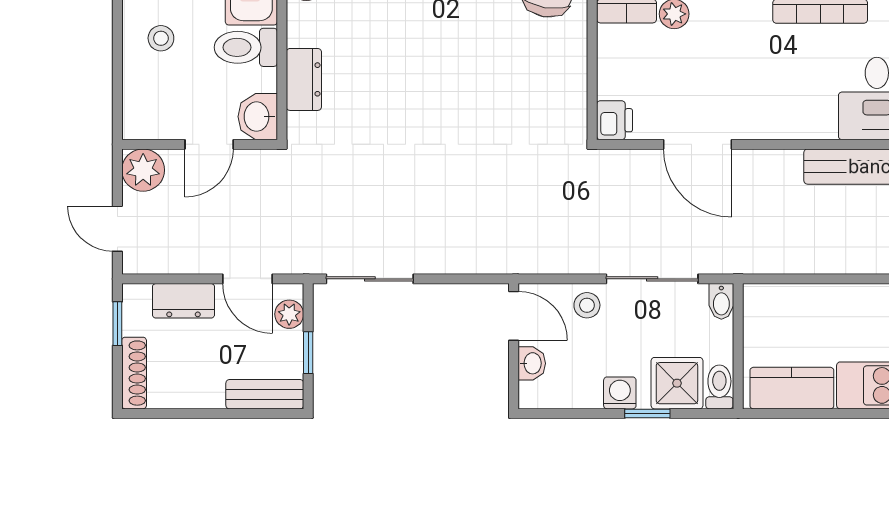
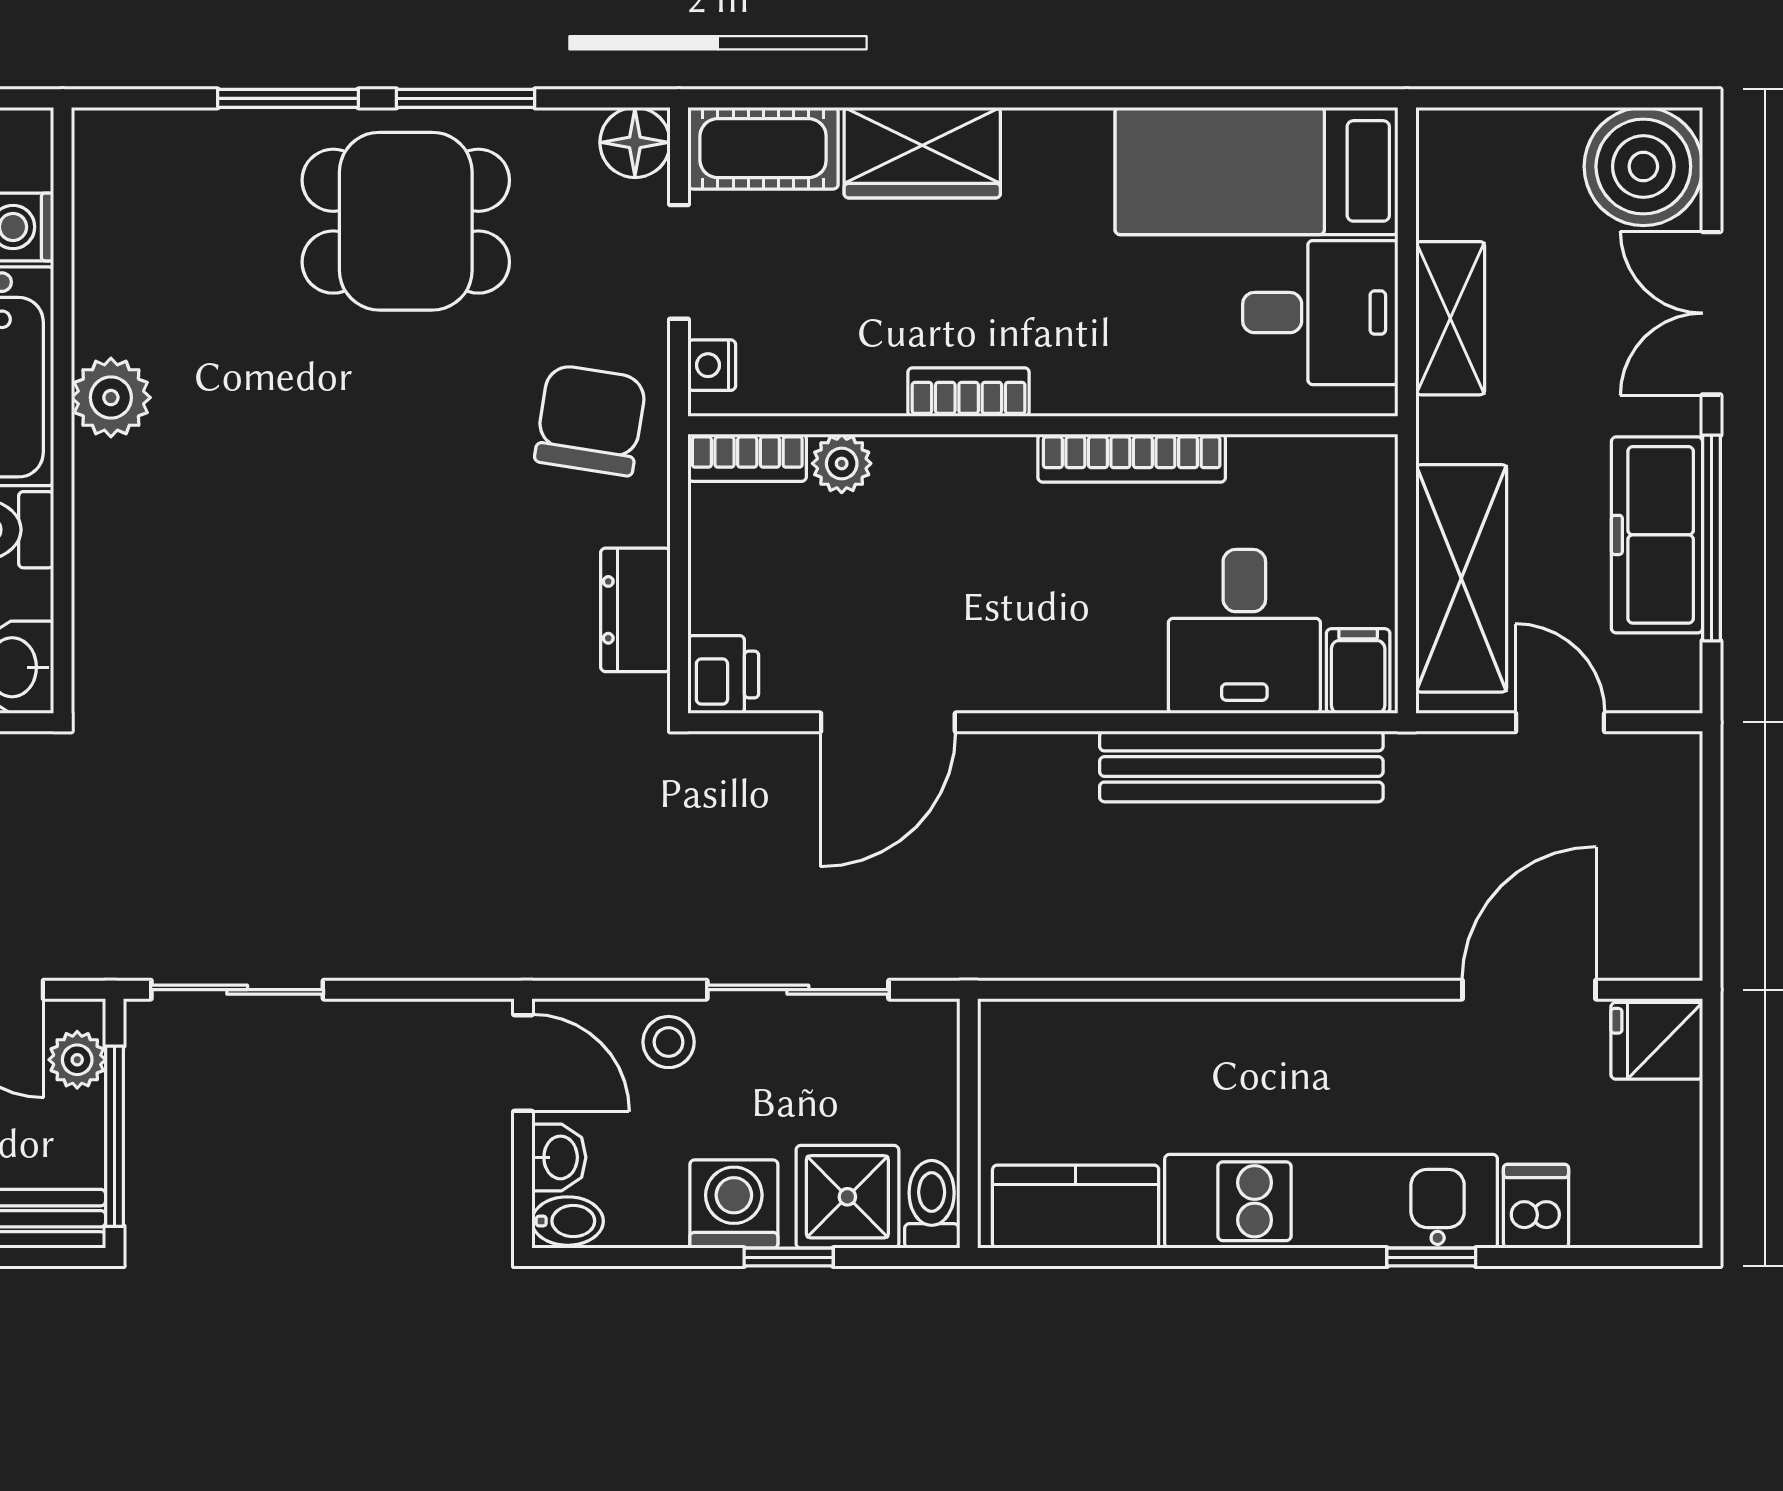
dresser: (304, 79) -> (635, 610), moved, turned 180
door: (697, 144) -> (888, 722), hinge flipped
bidet: (721, 301) -> (568, 1221), moved, turned -90
window: (308, 353) -> (115, 1136), width x2.17
washing machine: (620, 393) -> (734, 1204), width x1.38, depth x1.38

